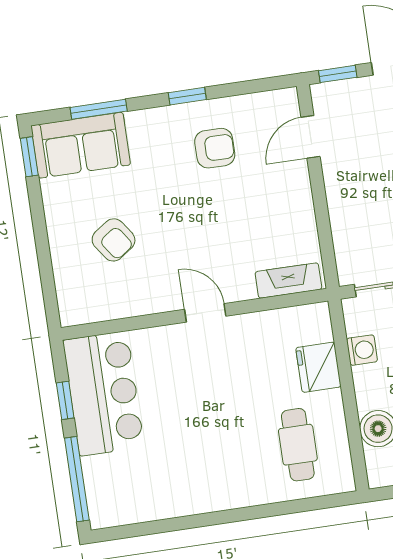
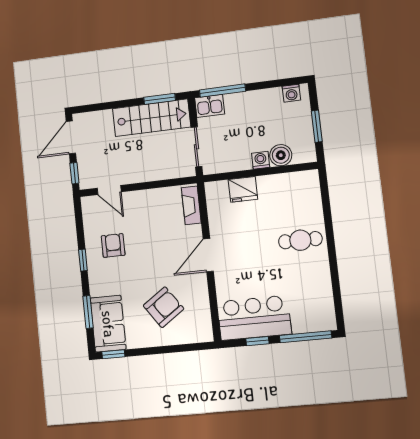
armchair: (114, 240) -> (164, 307), width x1.38, depth x1.38
door: (205, 313) -> (208, 255), width x1.38
washing machine: (362, 350) -> (261, 160), moved
cafe table: (298, 445) -> (300, 240), moved

